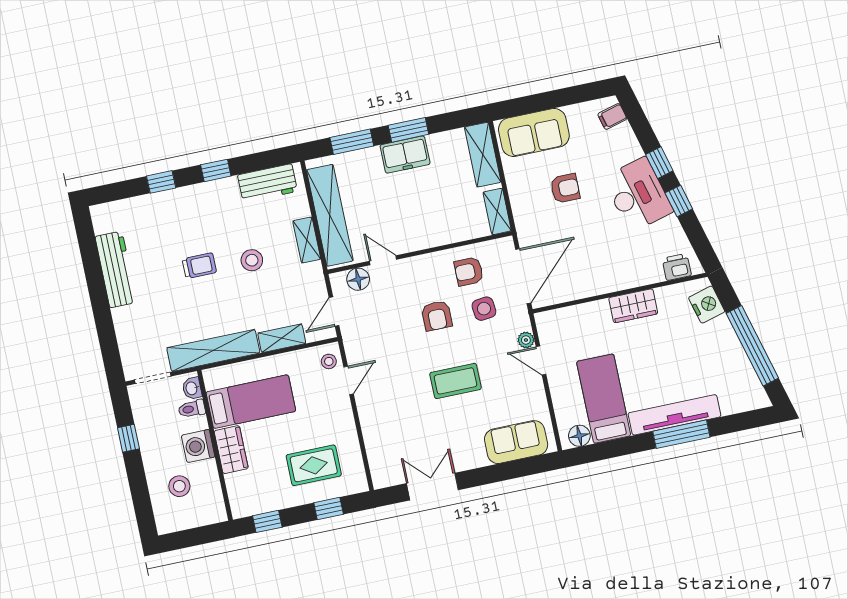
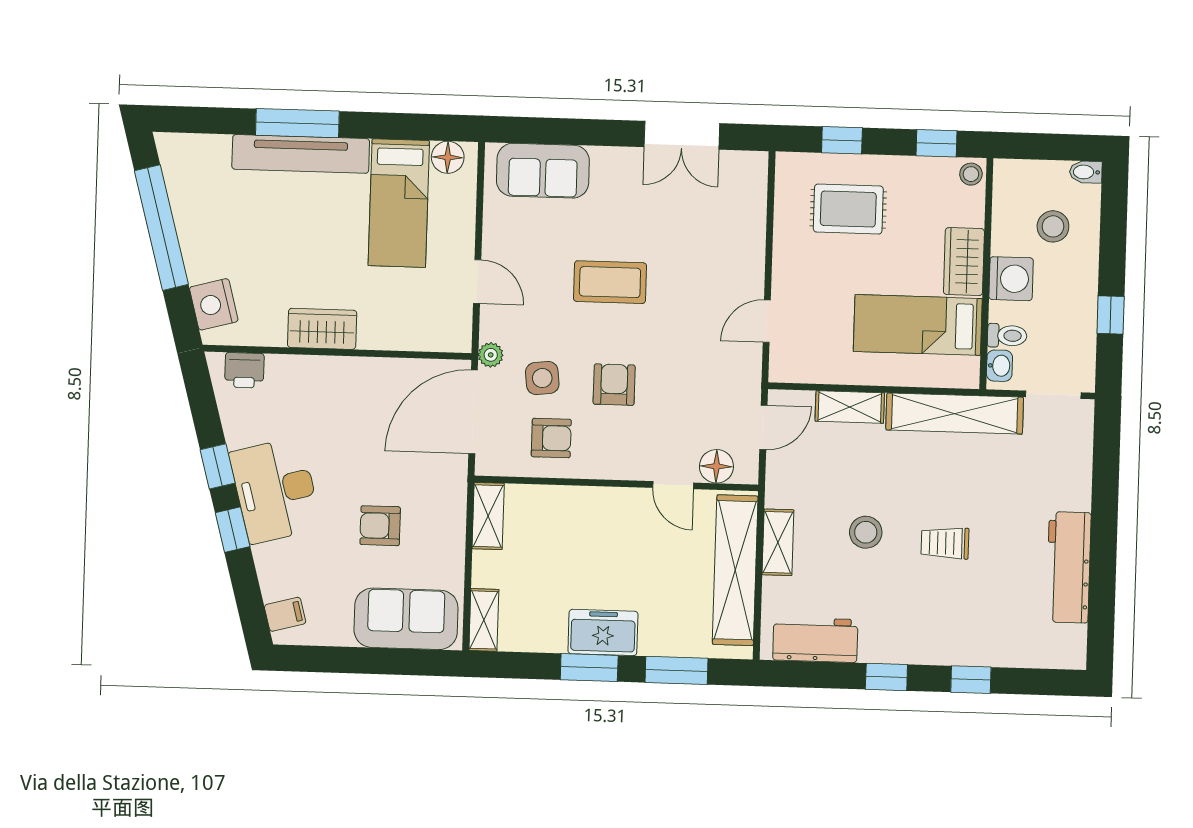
shelving: (483, 155) -> (484, 620), width x0.67, depth x0.75
plant: (526, 340) -> (491, 355), moved
stool: (329, 361) -> (971, 174), moved
bidet: (167, 526) -> (1086, 172), added

